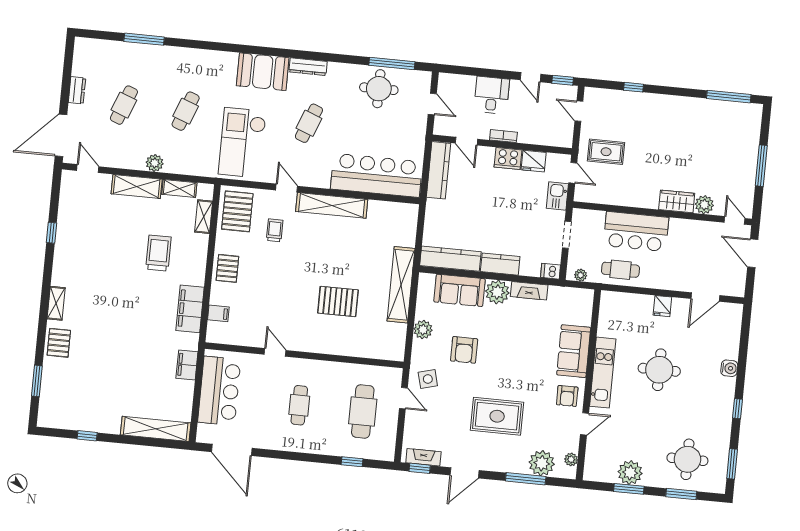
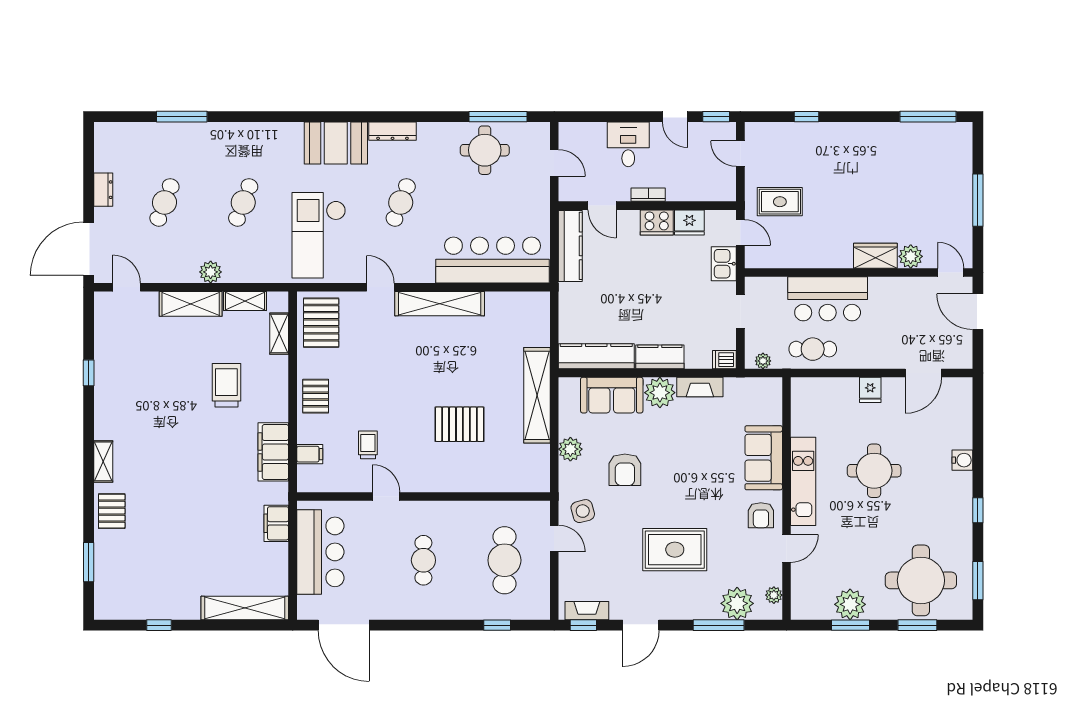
trolley: (275, 230) -> (368, 445), moved
round table: (687, 459) -> (921, 580), width x1.36, depth x1.36

